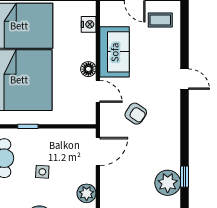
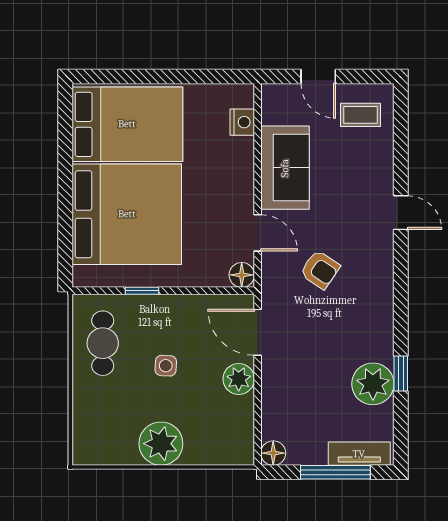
floor lamp: (88, 69) -> (242, 275), moved
door: (98, 152) -> (258, 332), swing flipped
plant: (87, 193) -> (239, 379), moved

